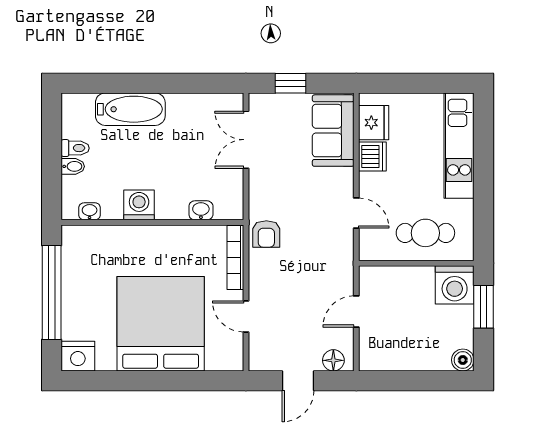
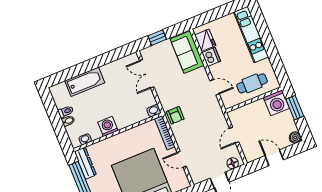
washbasin: (201, 210) -> (154, 111), moved
dresser: (73, 254) -> (85, 163), added
door: (411, 381) -> (274, 158), added

